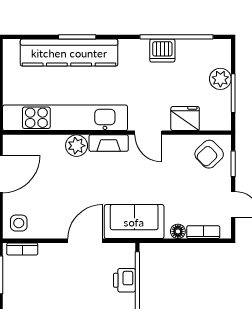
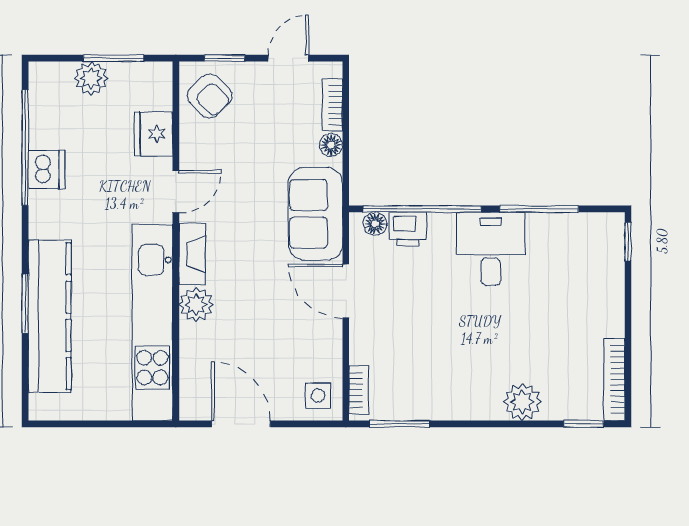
floor lamp: (128, 259) -> (375, 224), added

